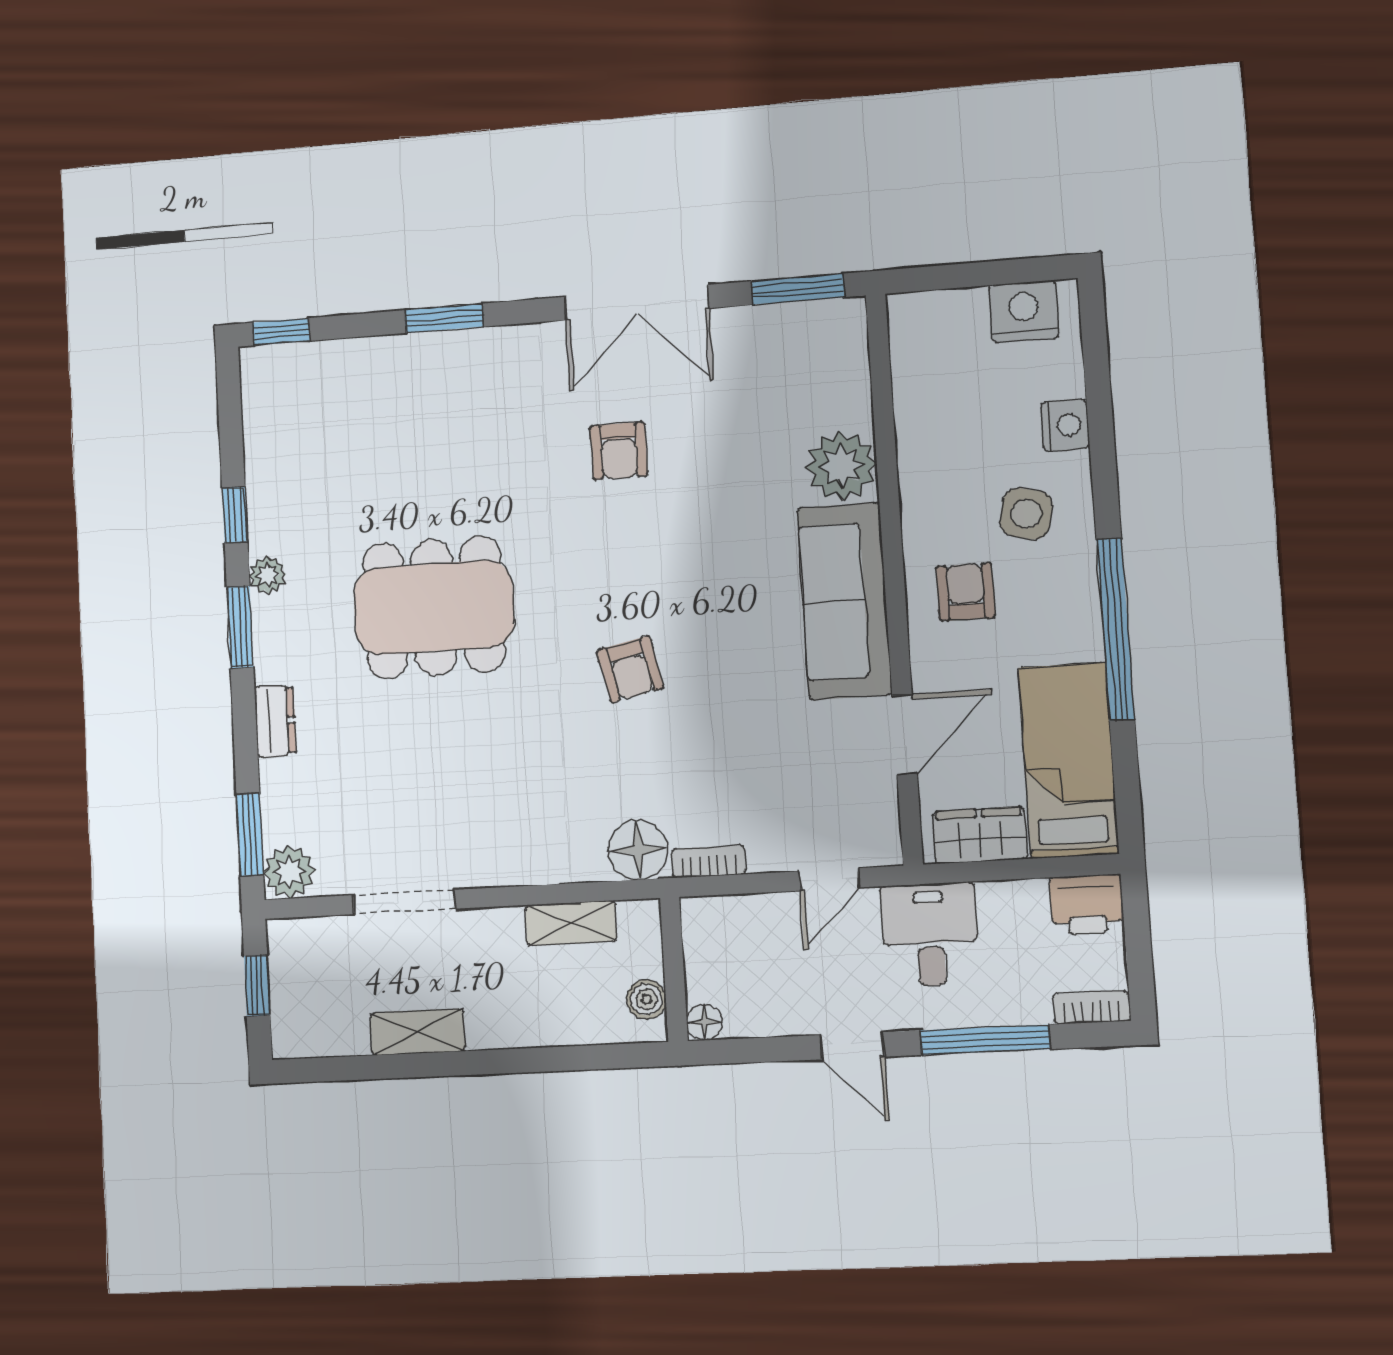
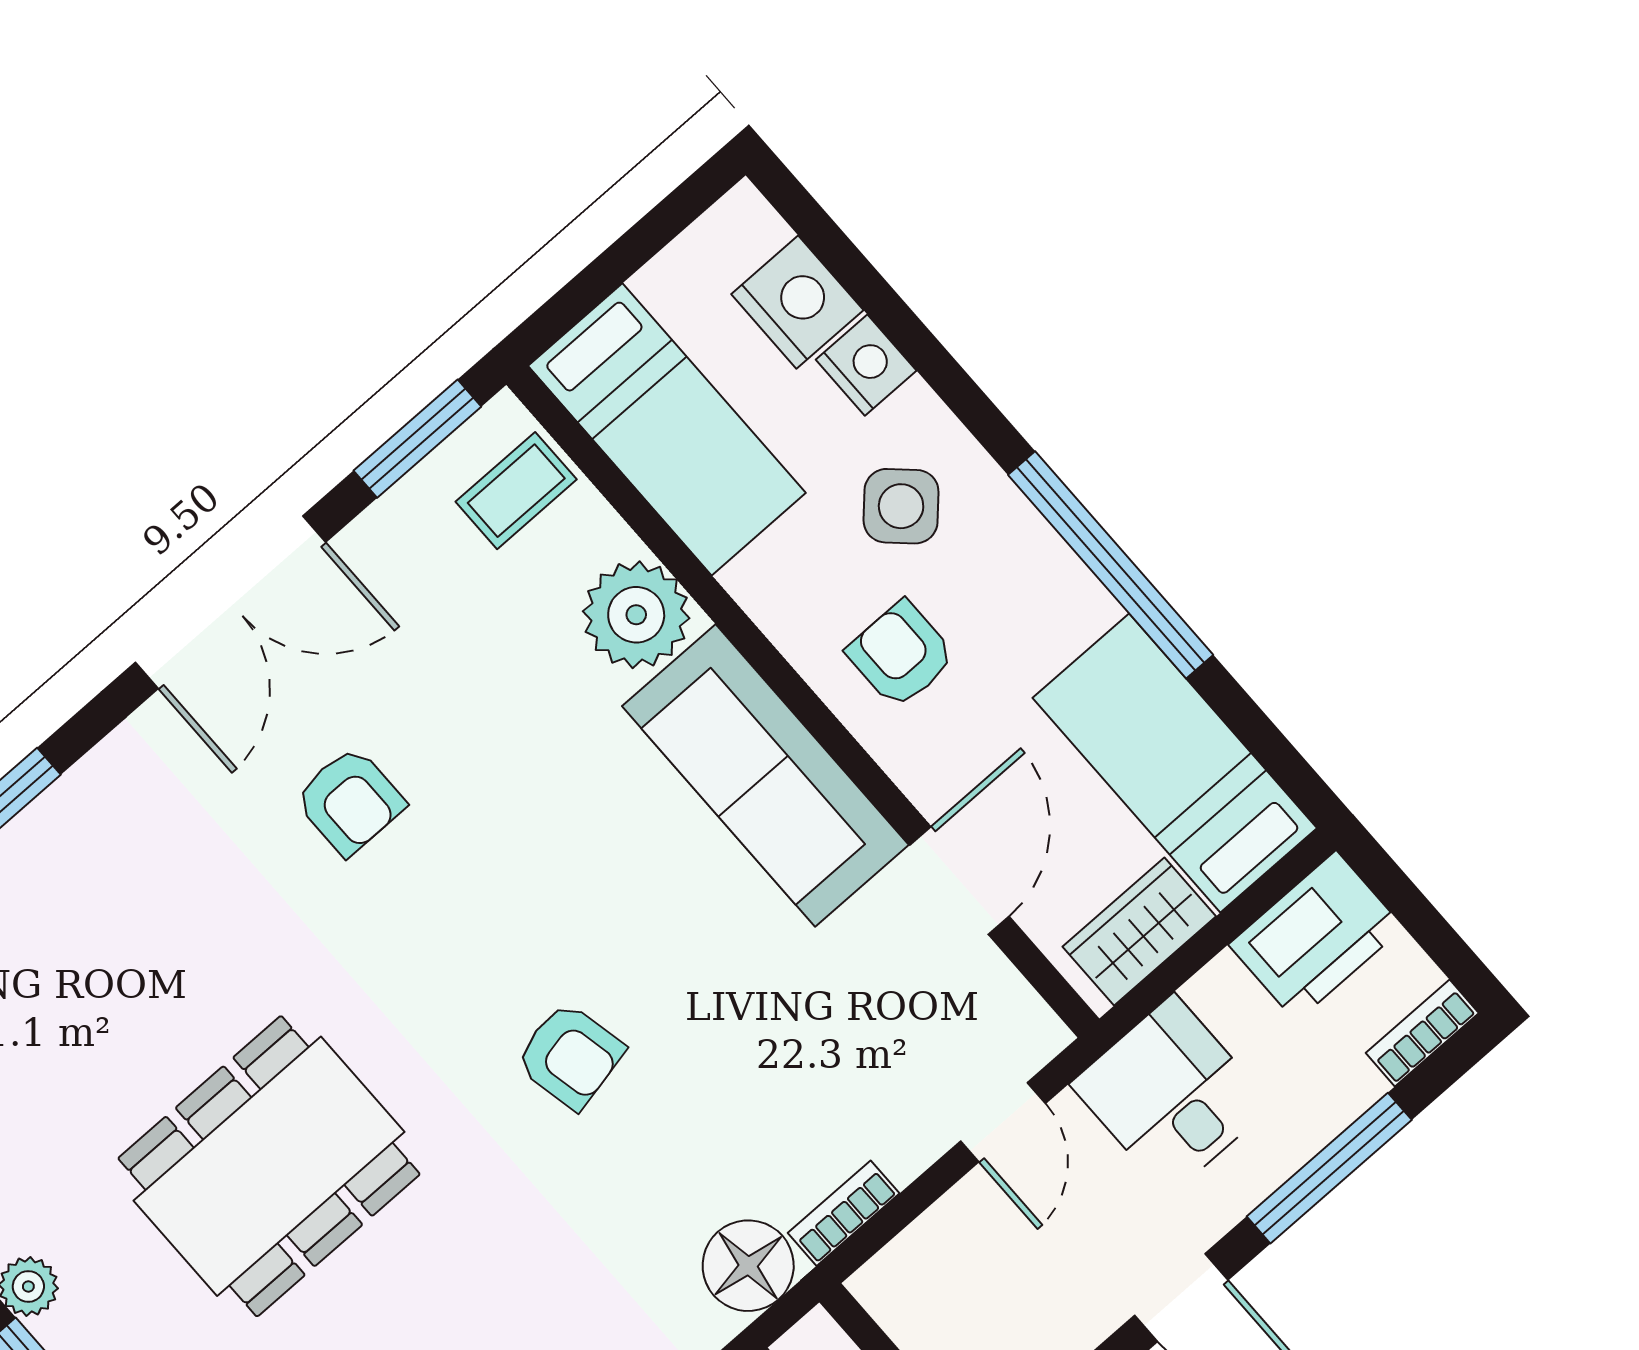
nightstand: (1024, 312) -> (797, 302), moved, turned 90
coffee table: (829, 354) -> (516, 491), added
bed: (933, 381) -> (667, 429), added
side table: (1026, 514) -> (901, 506), turned 30
printer: (1087, 905) -> (1316, 936), width x1.37, depth x1.19

